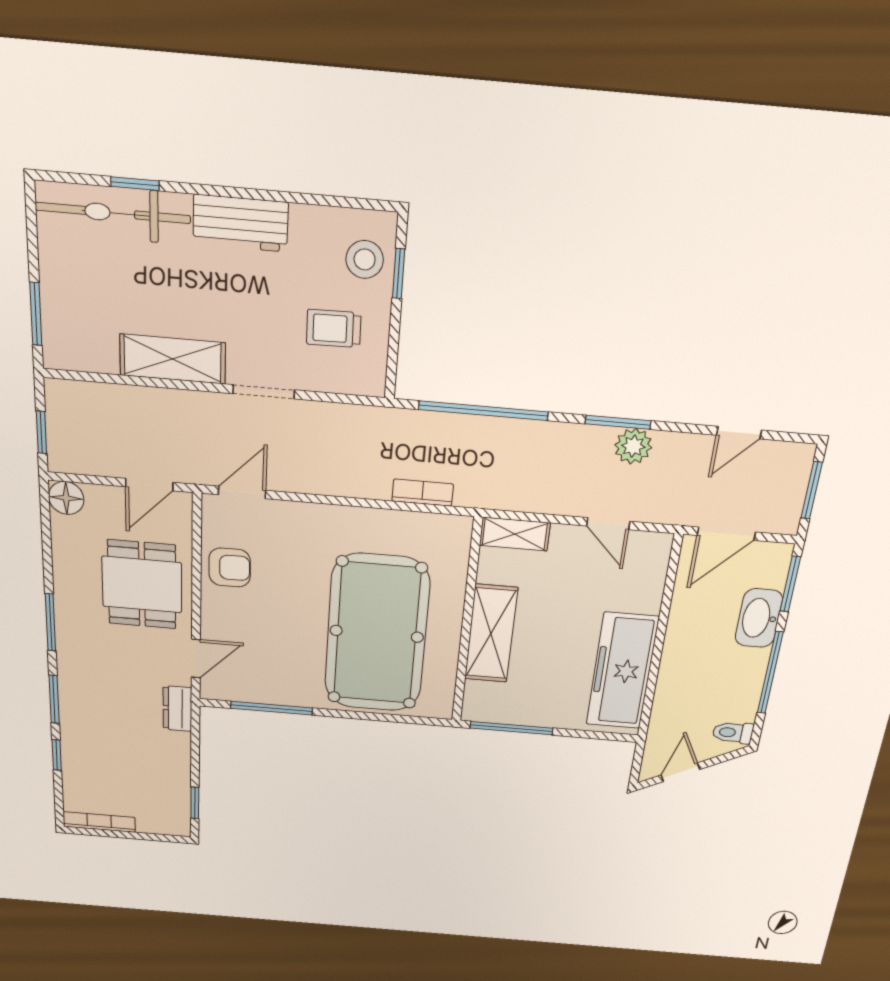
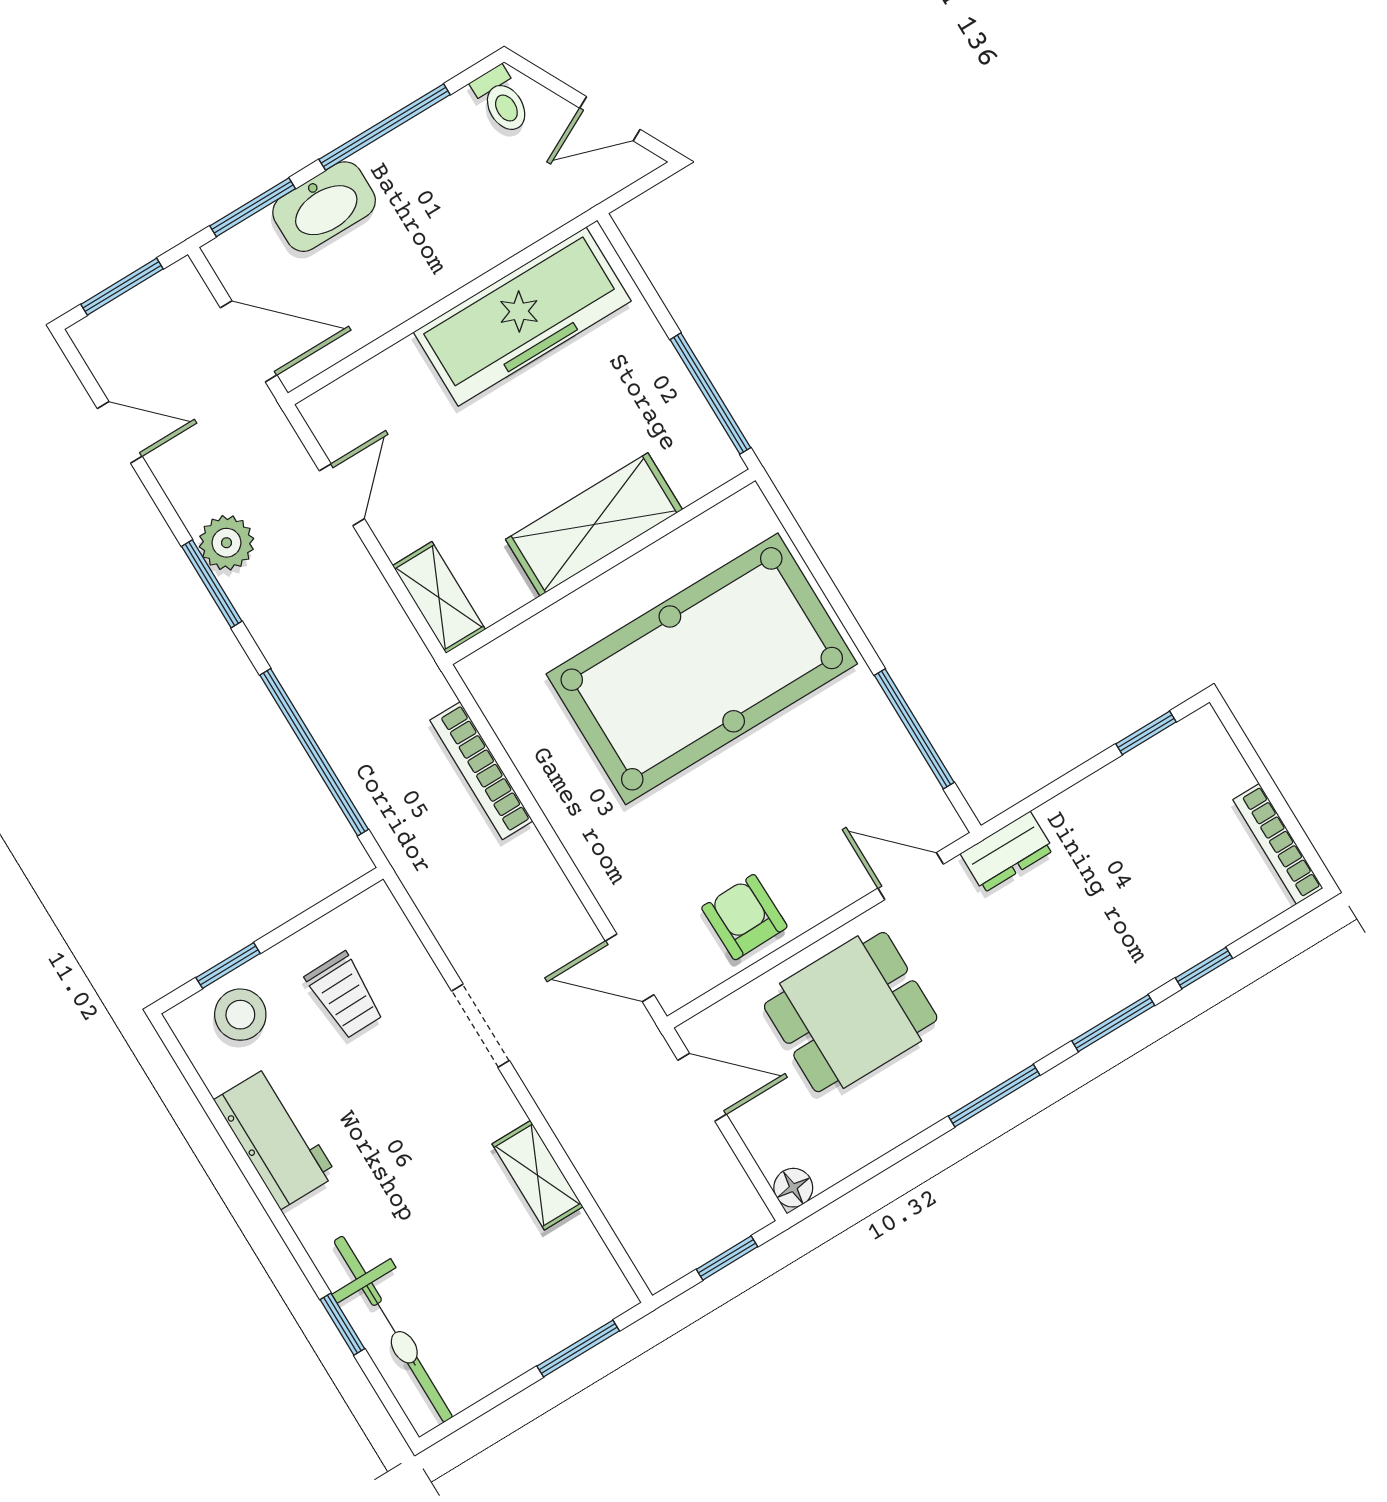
workbench: (241, 223) -> (275, 1138), moved
shelving: (173, 359) -> (537, 1175), width x0.67, depth x0.75
bookcase: (423, 493) -> (481, 771), width x1.56
floor lamp: (66, 498) -> (793, 1188), width x0.73, depth x0.73

